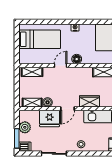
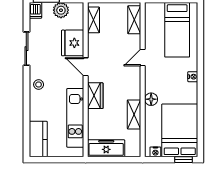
floor lamp: (77, 59) -> (151, 99), moved
door: (61, 65) -> (143, 58), swing flipped
boiler: (47, 102) -> (94, 40), removed

